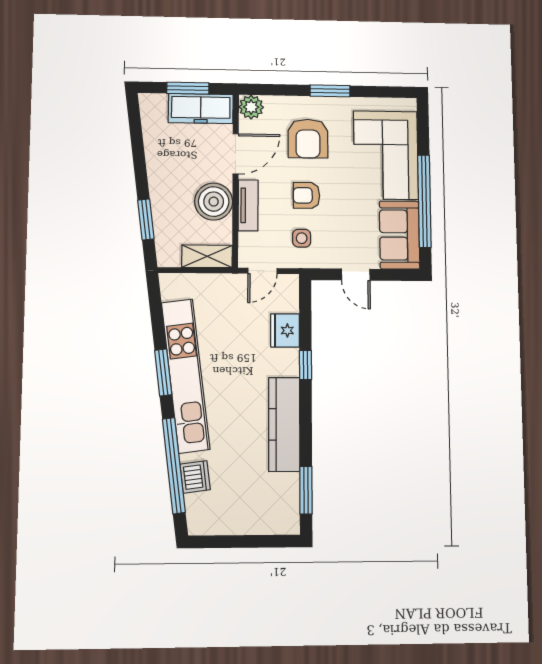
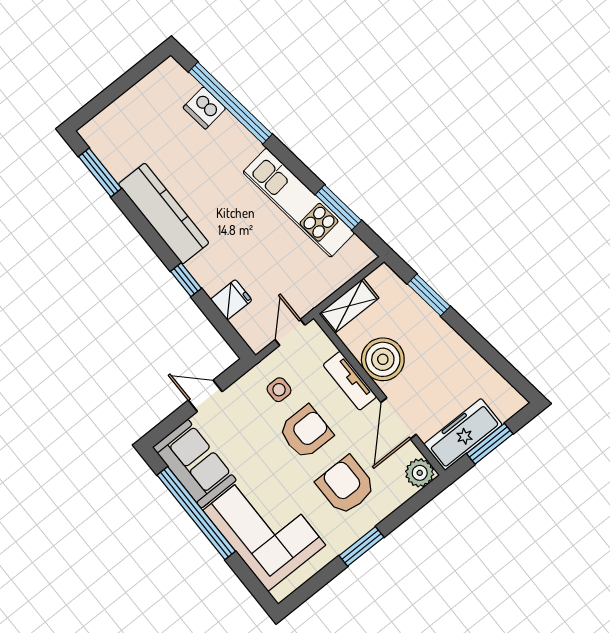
armchair: (306, 195) -> (306, 432), width x1.38, depth x1.38
fridge: (285, 330) -> (231, 300), width x0.72
window: (163, 373) -> (338, 207), moved
kitchen unit: (186, 376) -> (299, 203), width x0.73

